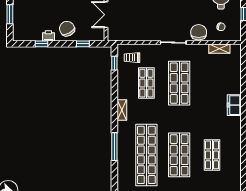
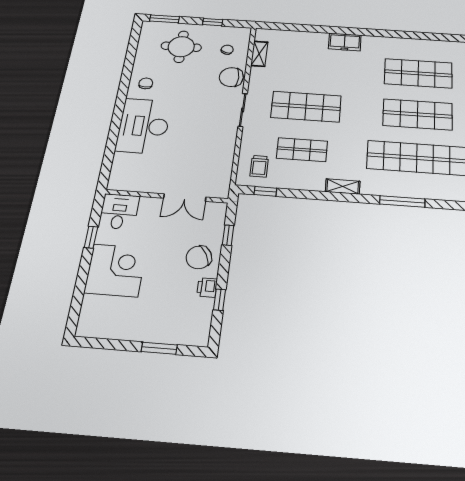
shop shelf: (212, 155) -> (418, 73), width x1.43, depth x1.36

